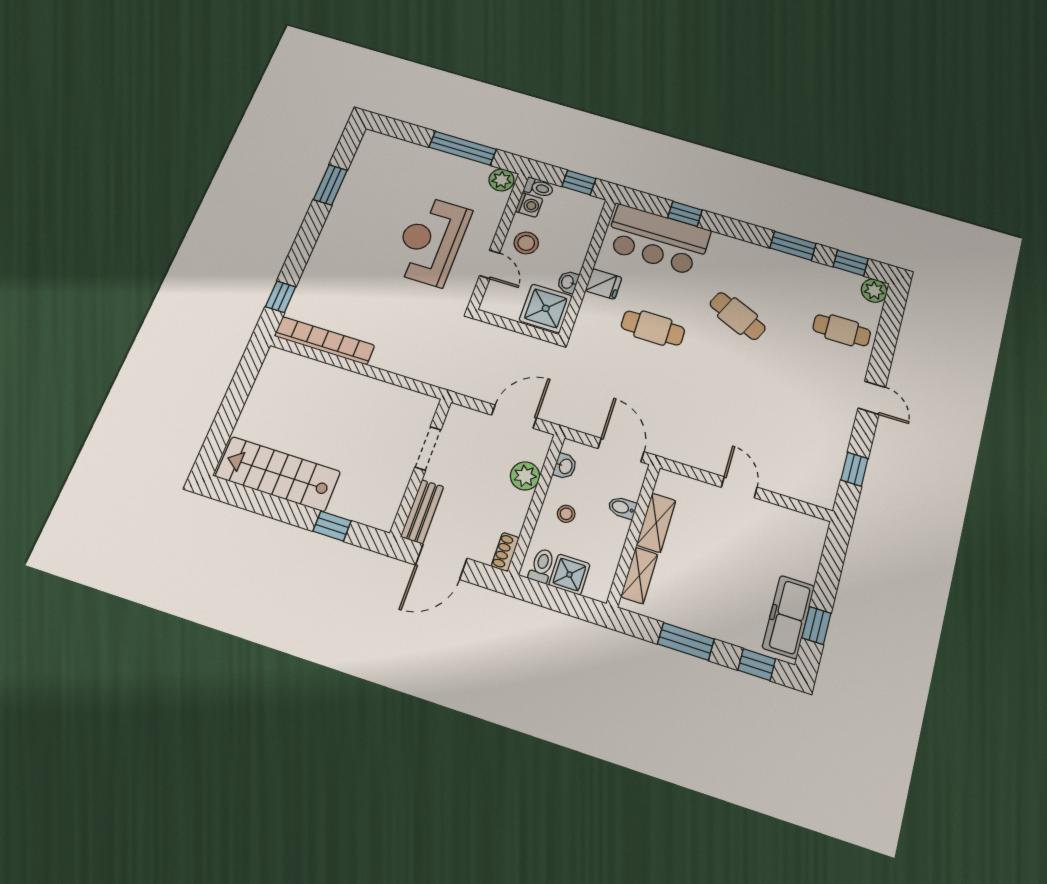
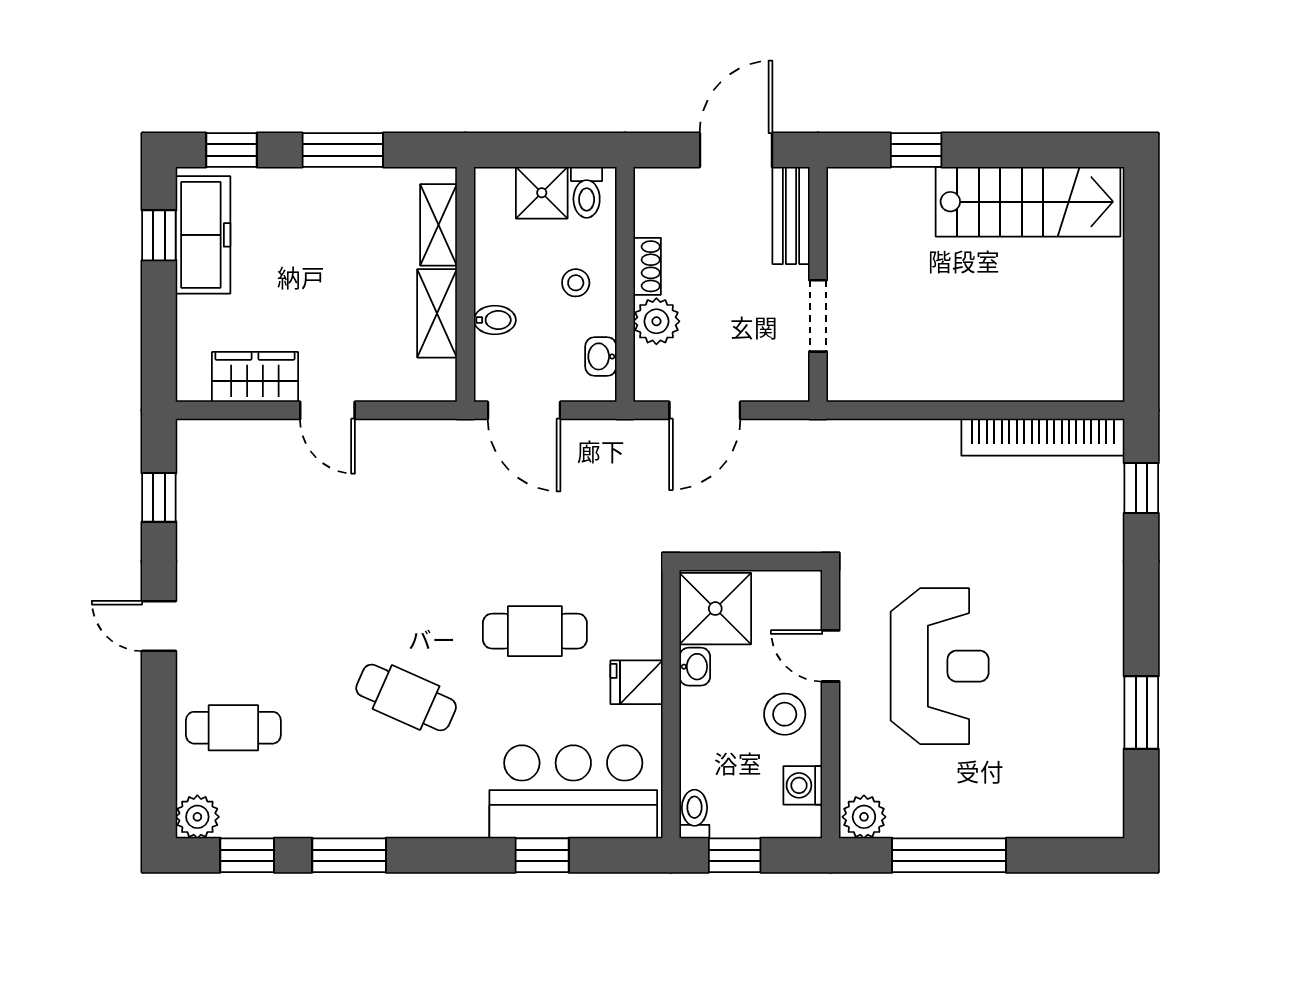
toilet: (539, 188) -> (694, 814), moved, turned 90
wardrobe: (778, 521) -> (255, 377), added
shoe rack: (505, 552) -> (647, 266), moved

